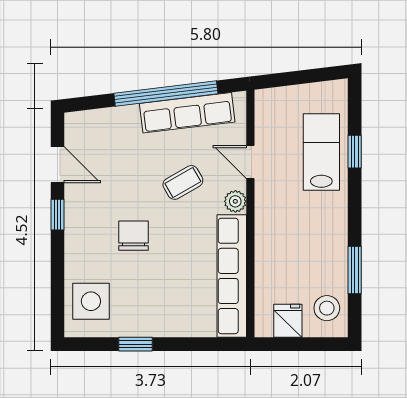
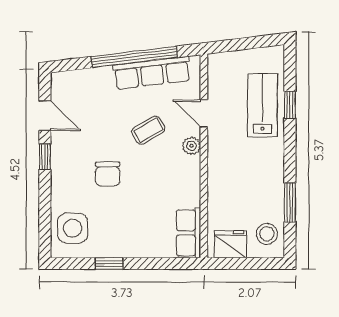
chair: (133, 236) -> (108, 174), turned 180
row of seats: (232, 276) -> (189, 233), width x0.50
fridge: (288, 321) -> (230, 244), width x1.38

